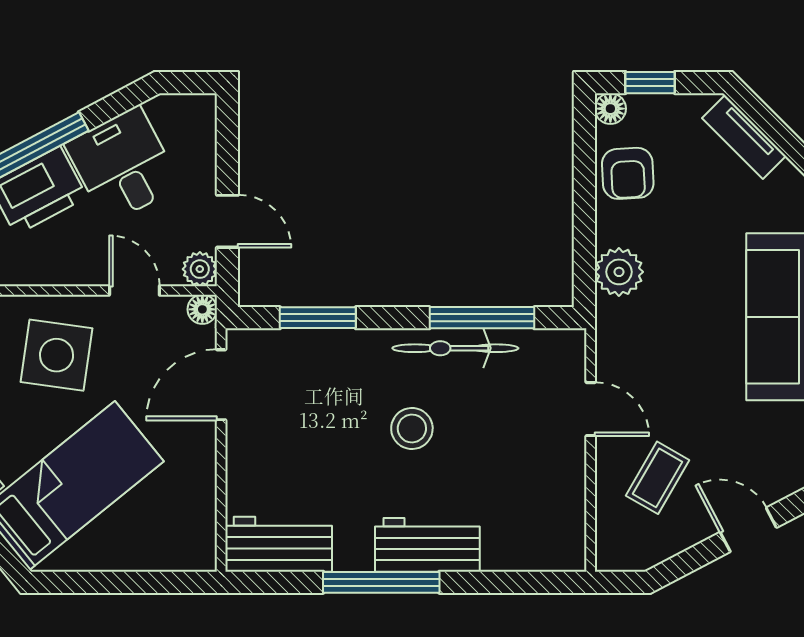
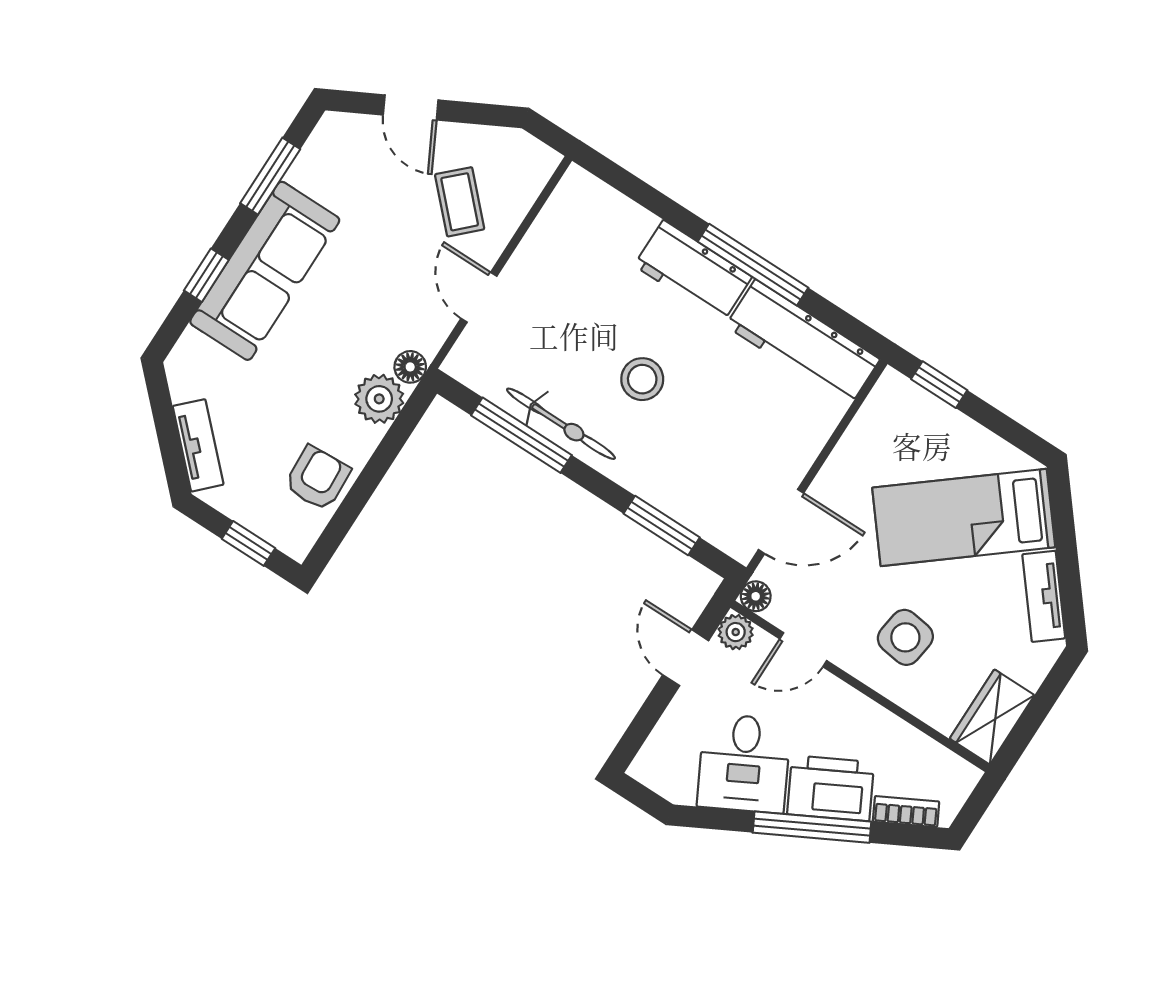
floor lamp: (610, 109) -> (410, 367), moved
door: (134, 290) -> (803, 650), hinge flipped
side table: (57, 355) -> (905, 637), width x0.73, depth x0.73
coffee table: (658, 478) -> (460, 202), turned -74
workbench: (279, 544) -> (803, 343), width x1.38
window: (163, 582) -> (939, 385), added

